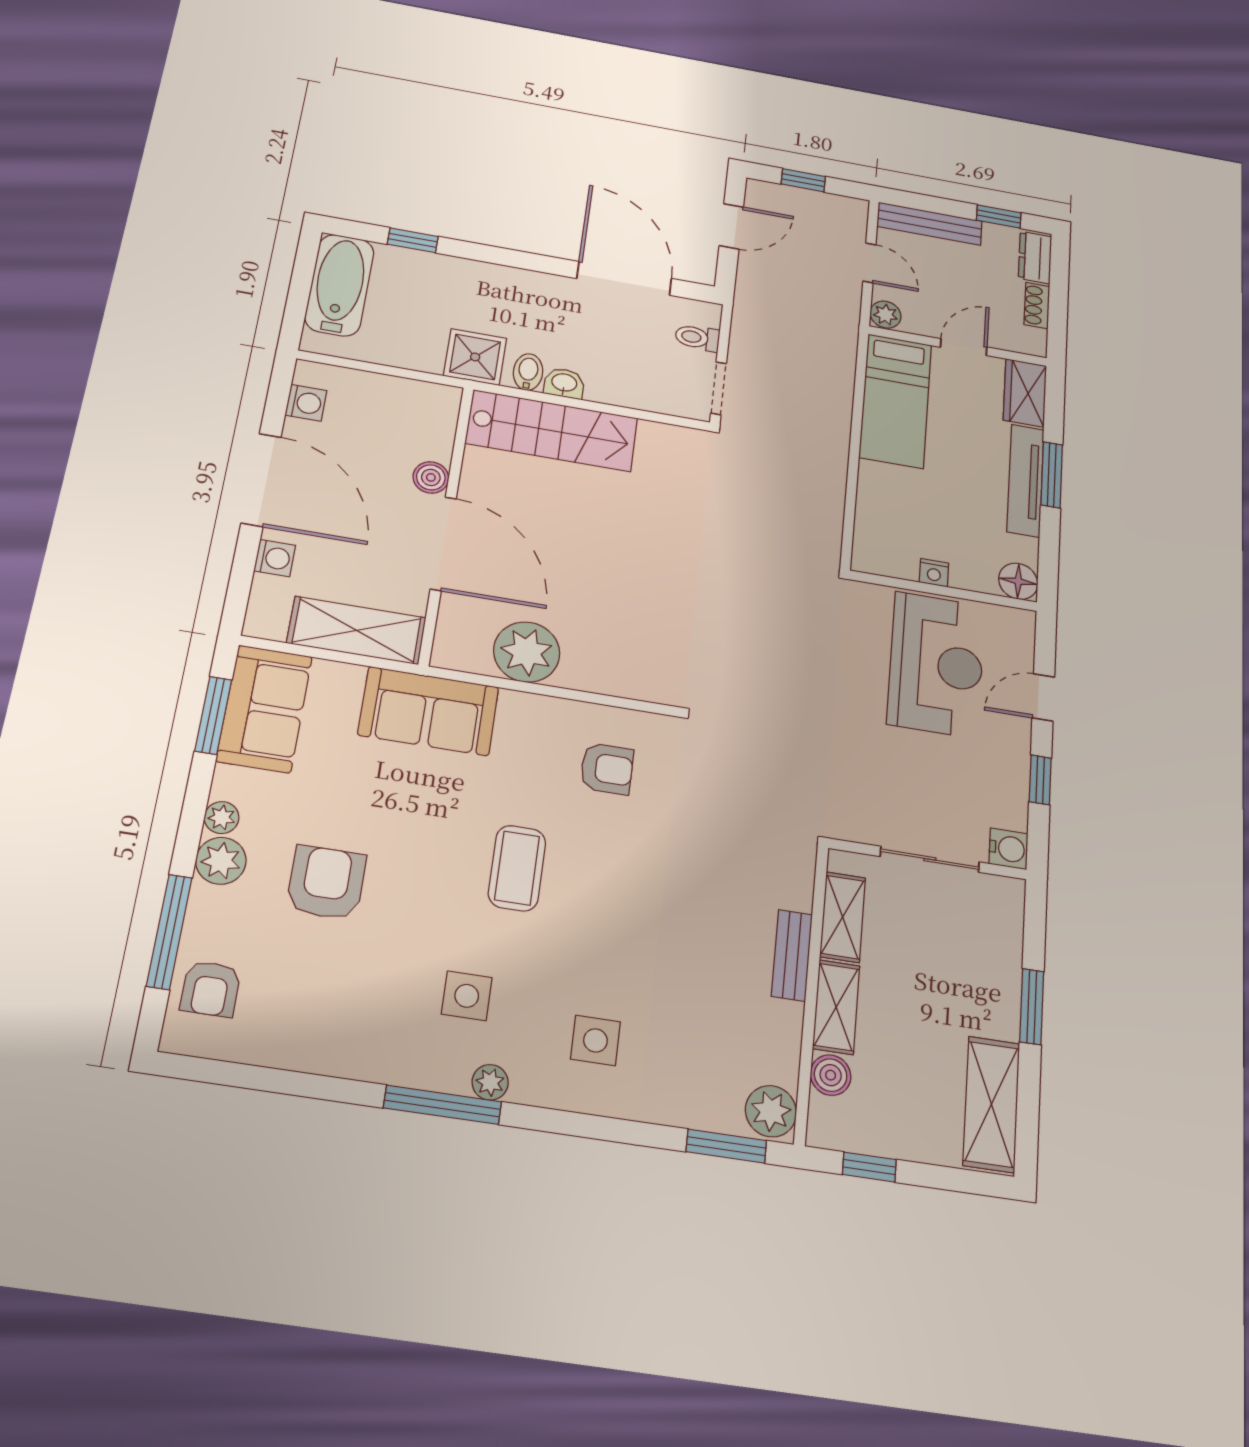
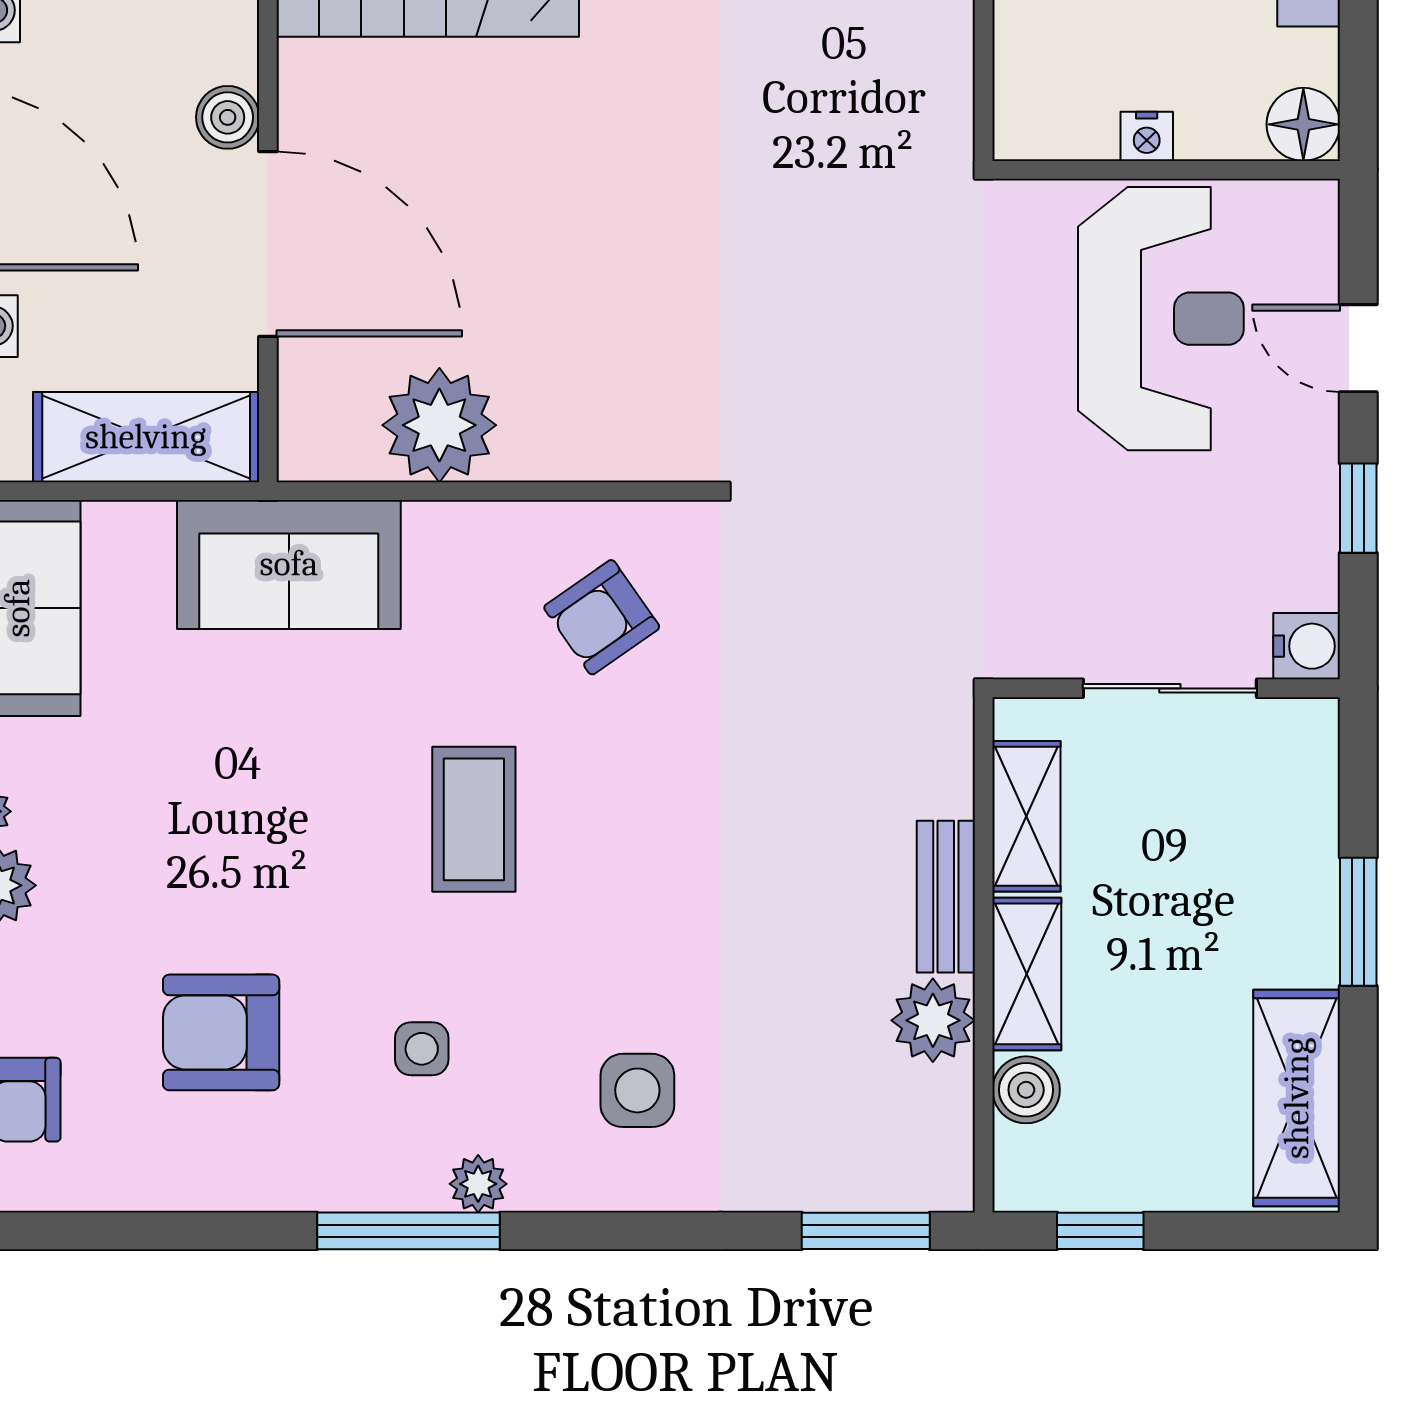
door: (1043, 697) -> (1358, 348), hinge flipped
armchair: (607, 769) -> (602, 617), turned 145
armchair: (326, 883) -> (221, 1032), moved, turned -90
side table: (467, 996) -> (422, 1049), width x0.73, depth x0.73
plant: (771, 1111) -> (933, 1020), moved

